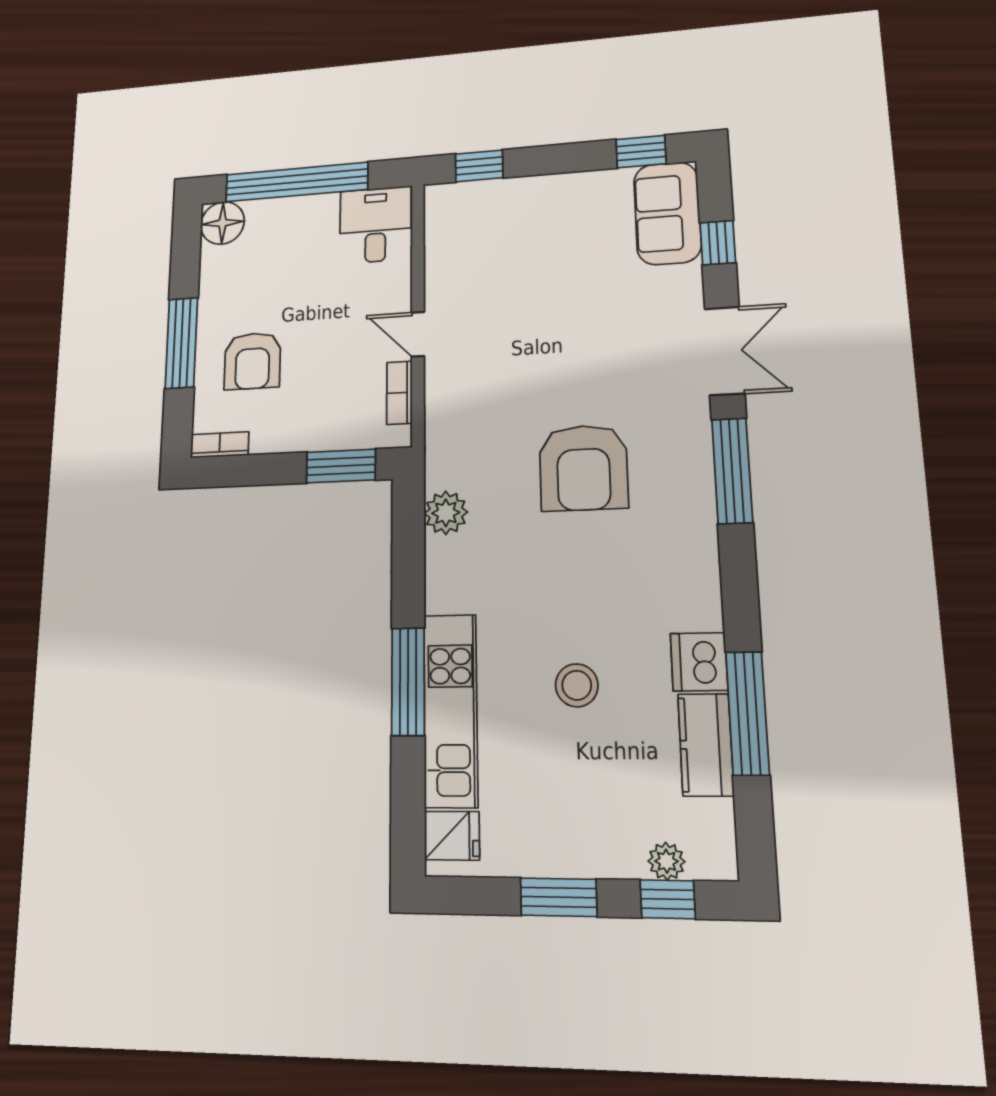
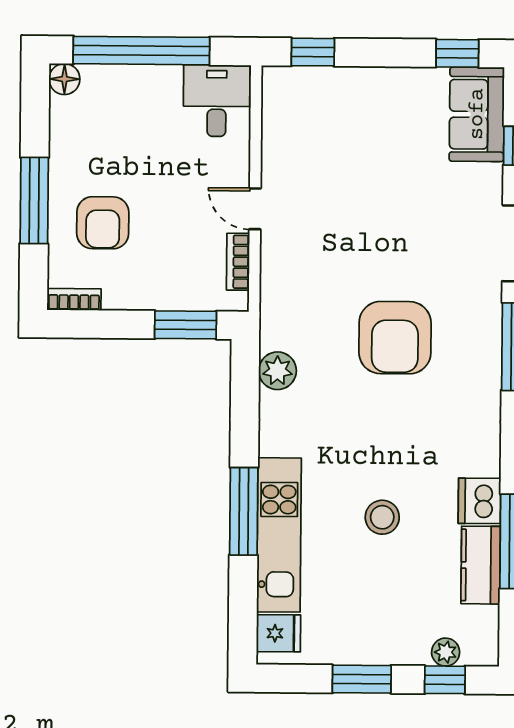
floor lamp: (222, 223) -> (64, 79), width x0.73, depth x0.73

